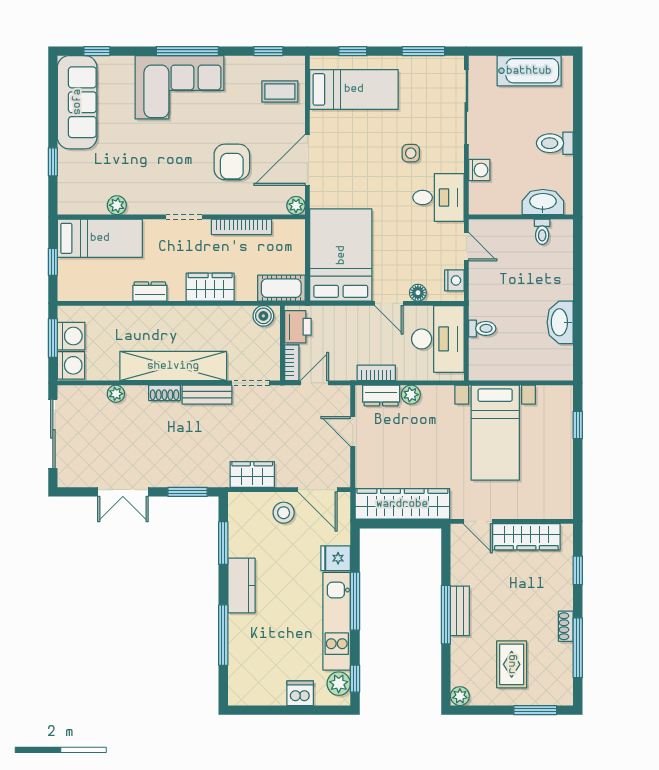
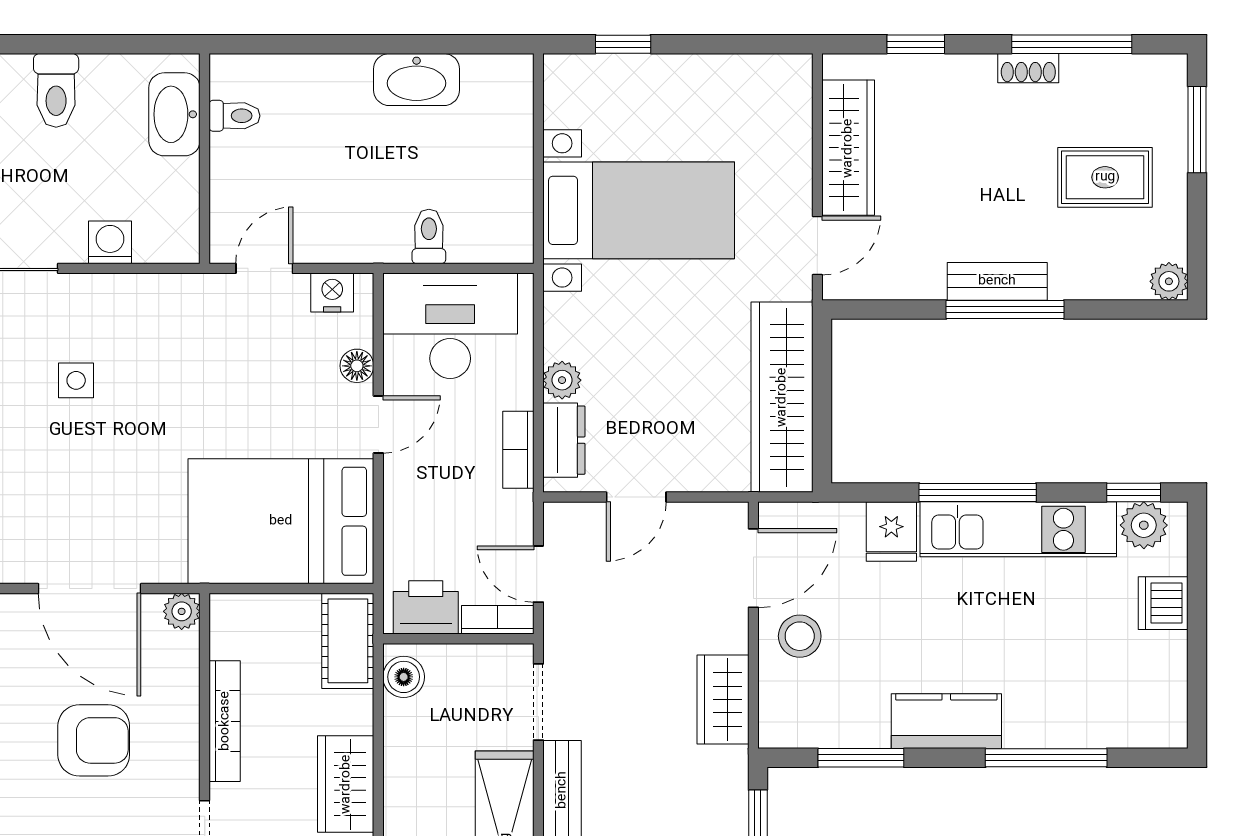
desk: (438, 198) -> (165, 325), removed

